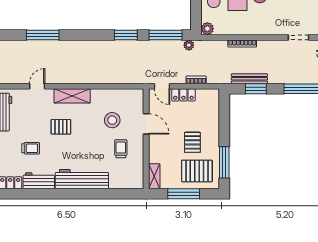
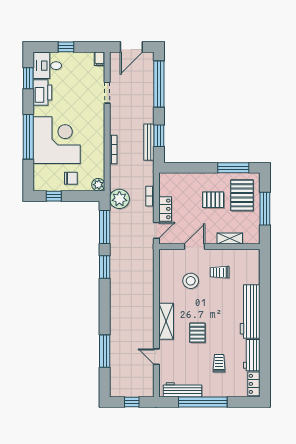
plant: (189, 45) -> (119, 199), width x1.88, depth x1.88
shelving: (154, 176) -> (230, 238), moved

